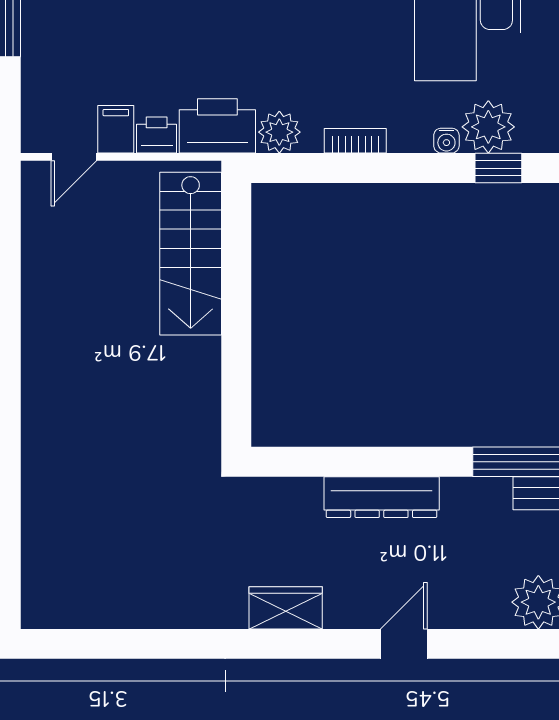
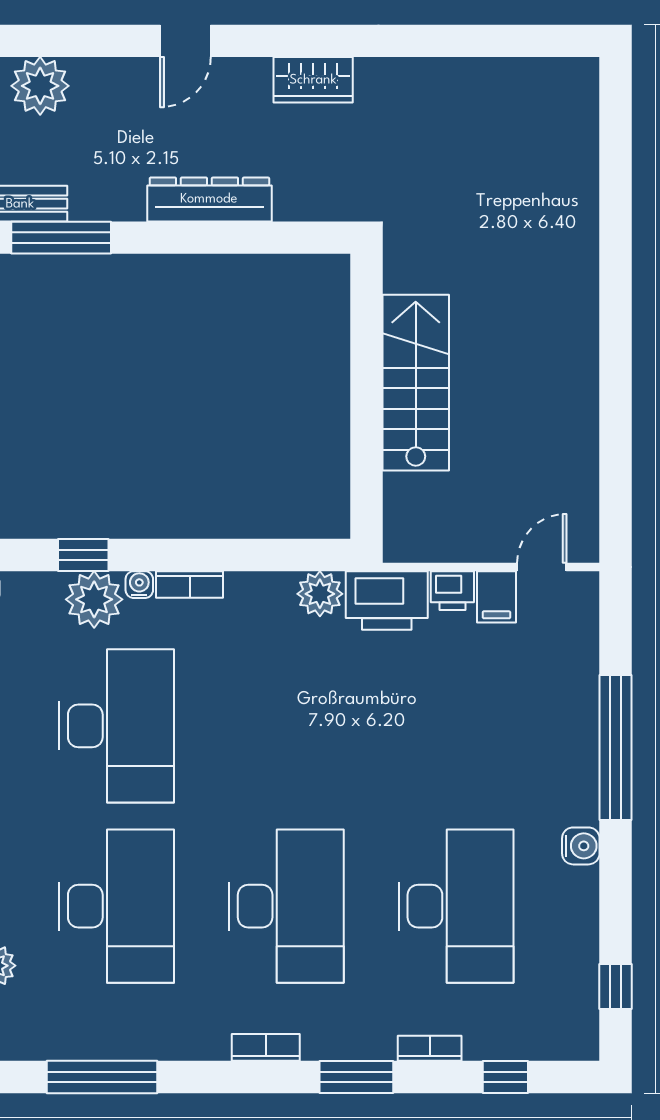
bookcase: (355, 141) -> (190, 584), moved
stairs: (191, 254) -> (416, 383), moved

